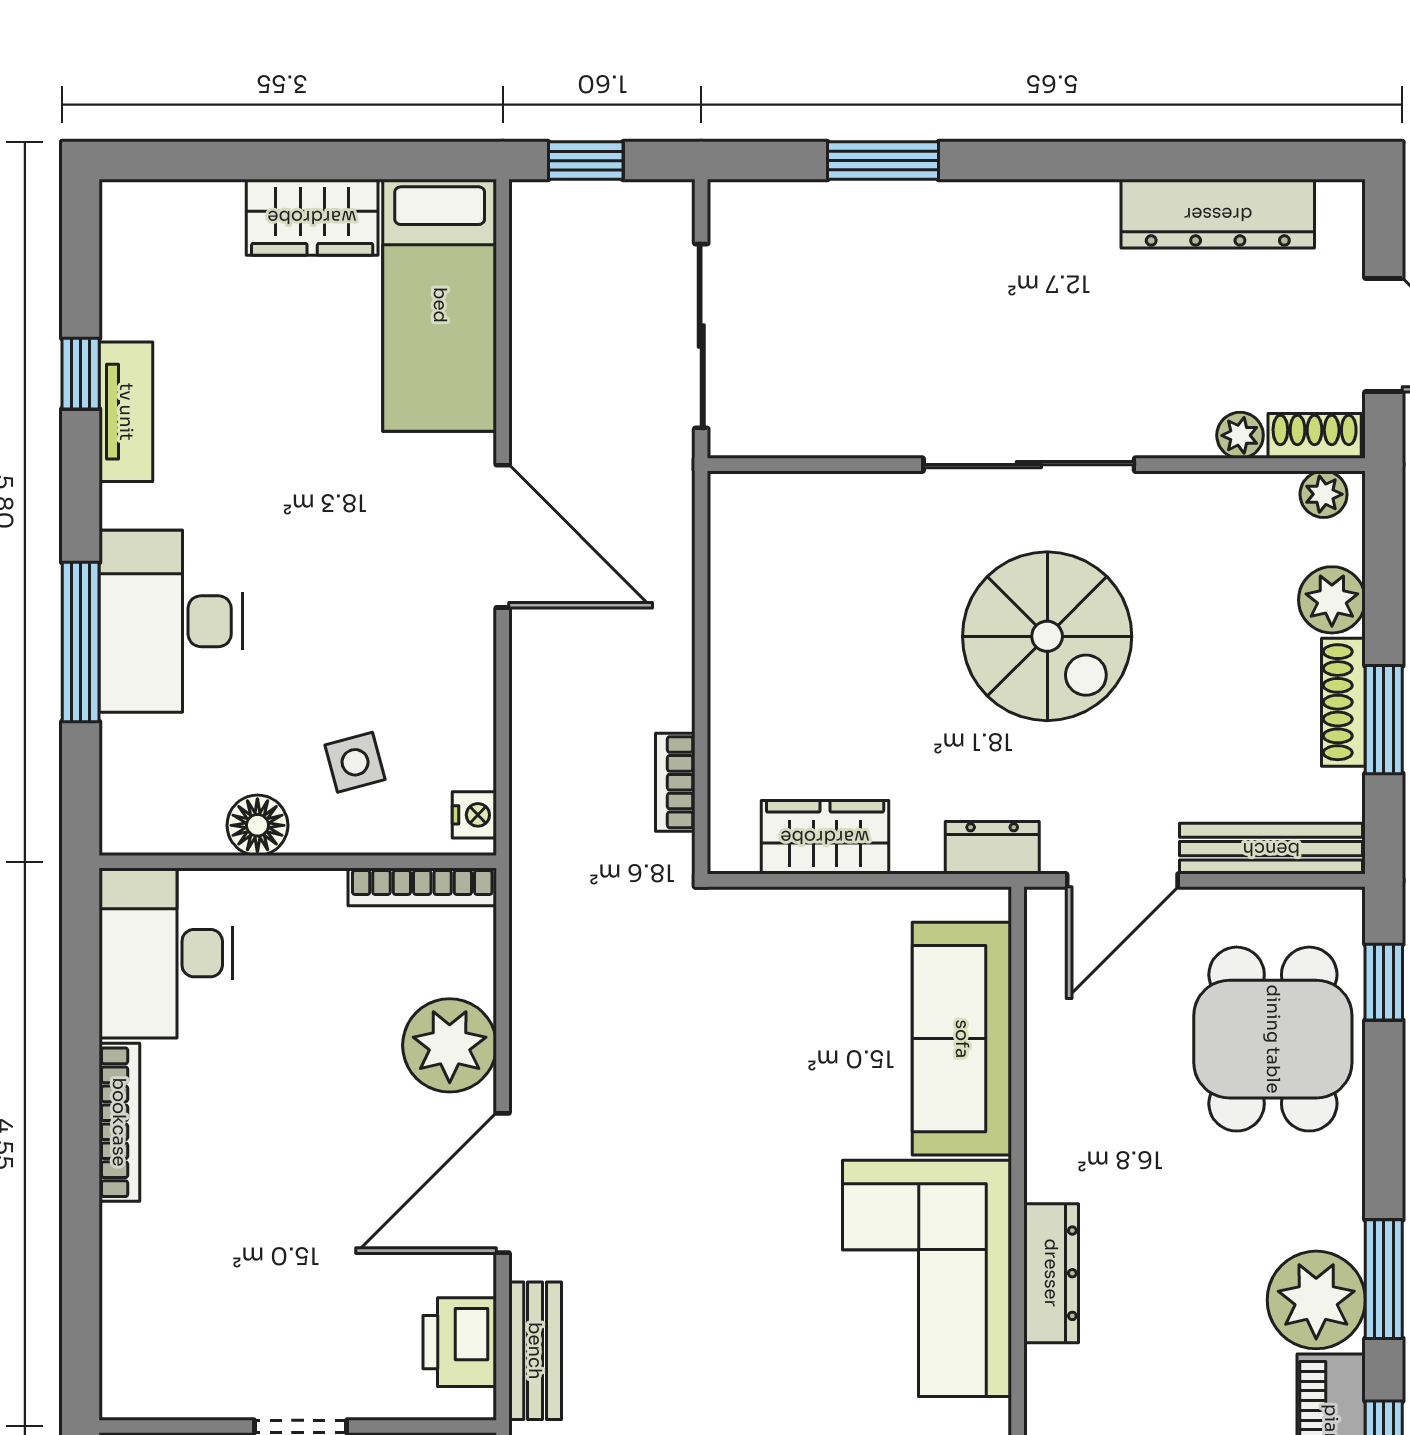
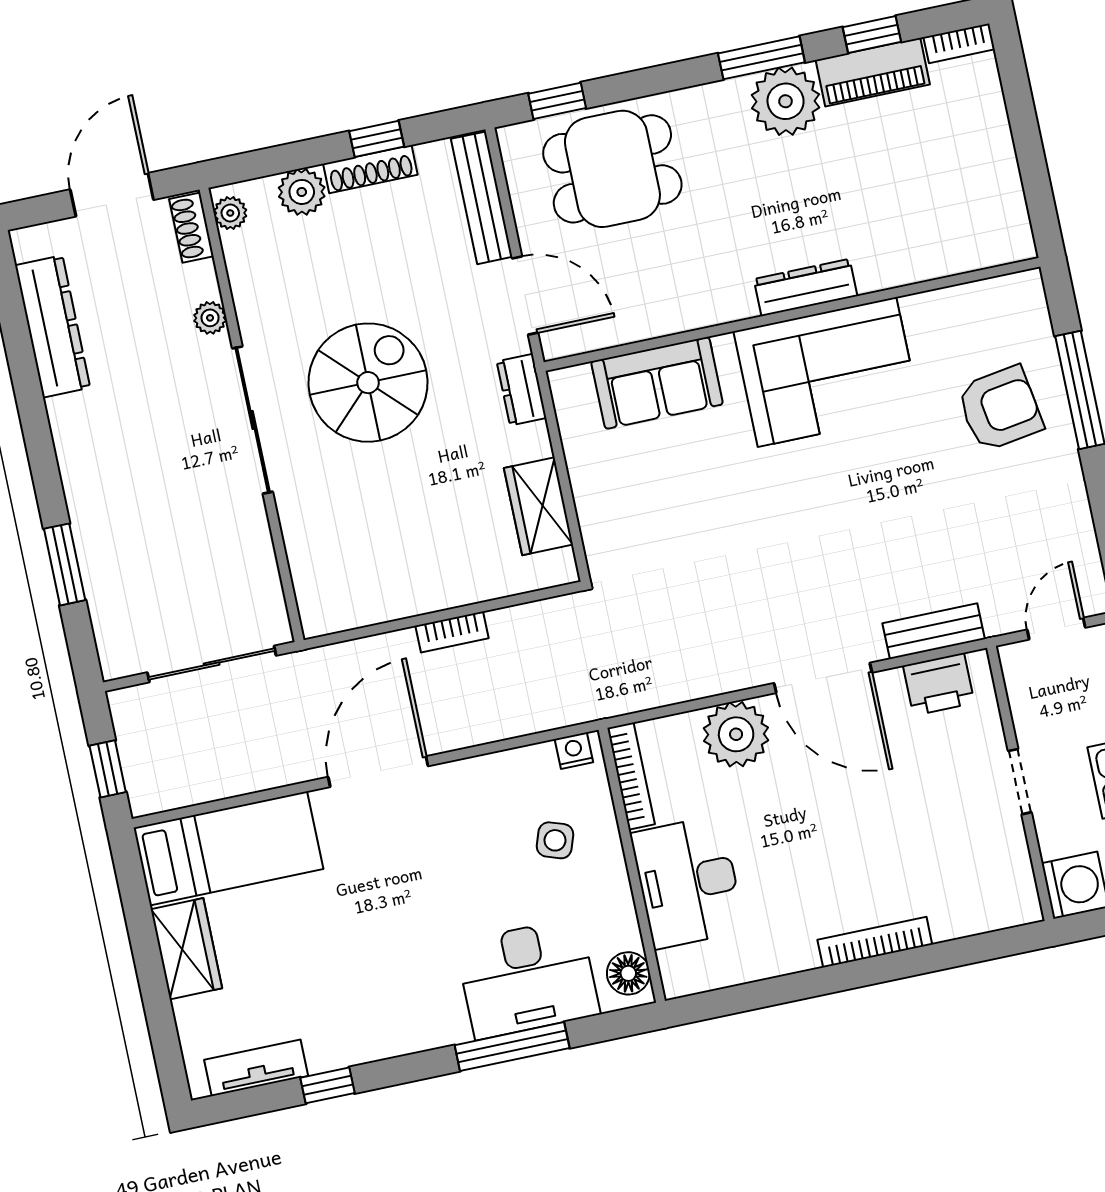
tv unit: (126, 412) -> (256, 1068), moved
plant: (1240, 435) -> (210, 318), moved
desk: (171, 621) -> (528, 978), moved
window: (1384, 720) -> (377, 139), width x0.67
side table: (355, 762) -> (555, 840), turned 34
bookcase: (675, 782) -> (452, 632), moved
floor lamp: (257, 825) -> (628, 973), moved
desk: (166, 953) -> (688, 882), moved, turned 90
sofa: (962, 1039) -> (657, 383), width x0.73
bookcase: (119, 1122) -> (875, 942), moved

